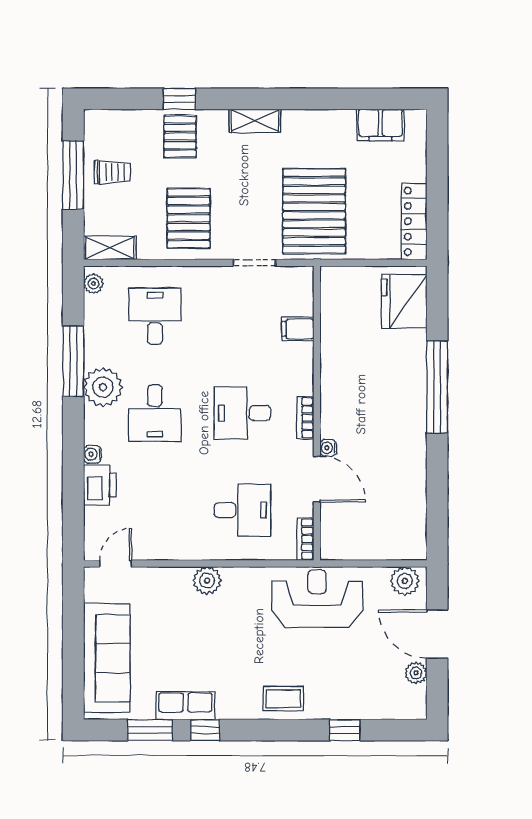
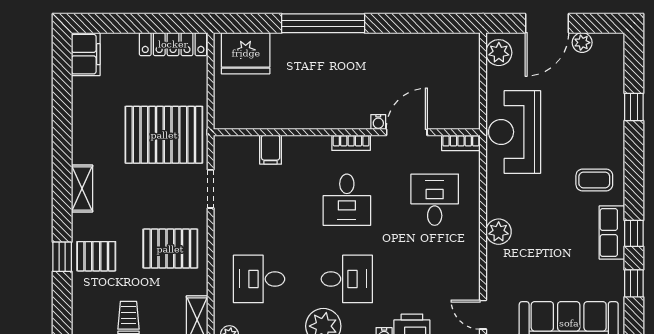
filing cabinet: (380, 125) -> (86, 54), moved
coffee table: (283, 699) -> (594, 180), moved, turned 90
row of seats: (185, 706) -> (612, 233), moved
window: (150, 730) -> (634, 283), width x0.67

